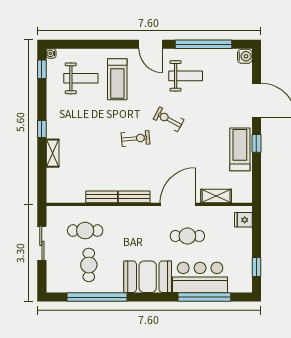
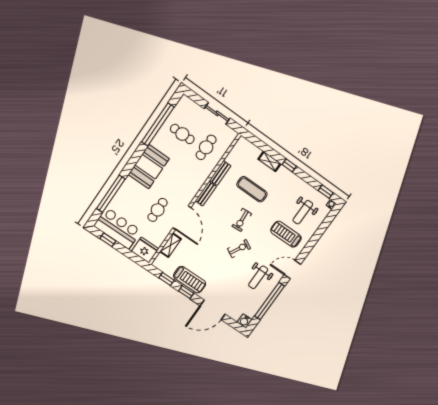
exercise mat: (95, 151) -> (252, 189), added
window: (256, 175) -> (167, 279), added
fridge: (243, 220) -> (145, 250), width x1.88, depth x1.34
bar counter: (200, 277) -> (117, 228), moved, turned -90

